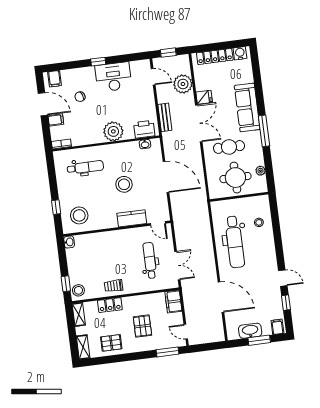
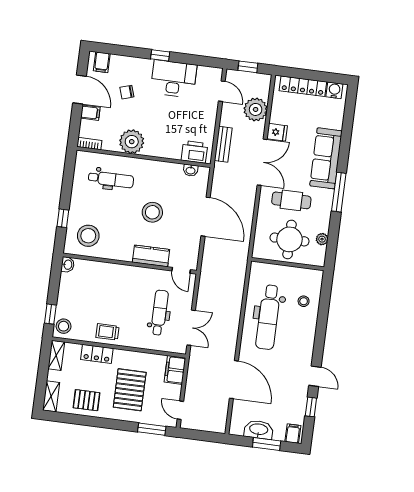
plant: (113, 131) -> (132, 142), moved
pallet: (142, 326) -> (130, 390), width x1.50, depth x1.42

